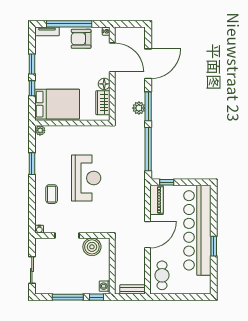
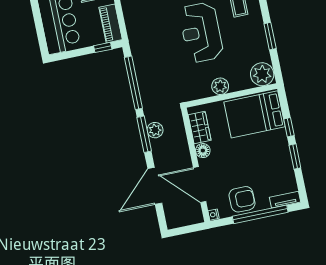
plant: (40, 130) -> (262, 74), width x1.88, depth x1.88
plant: (80, 132) -> (220, 86), added

